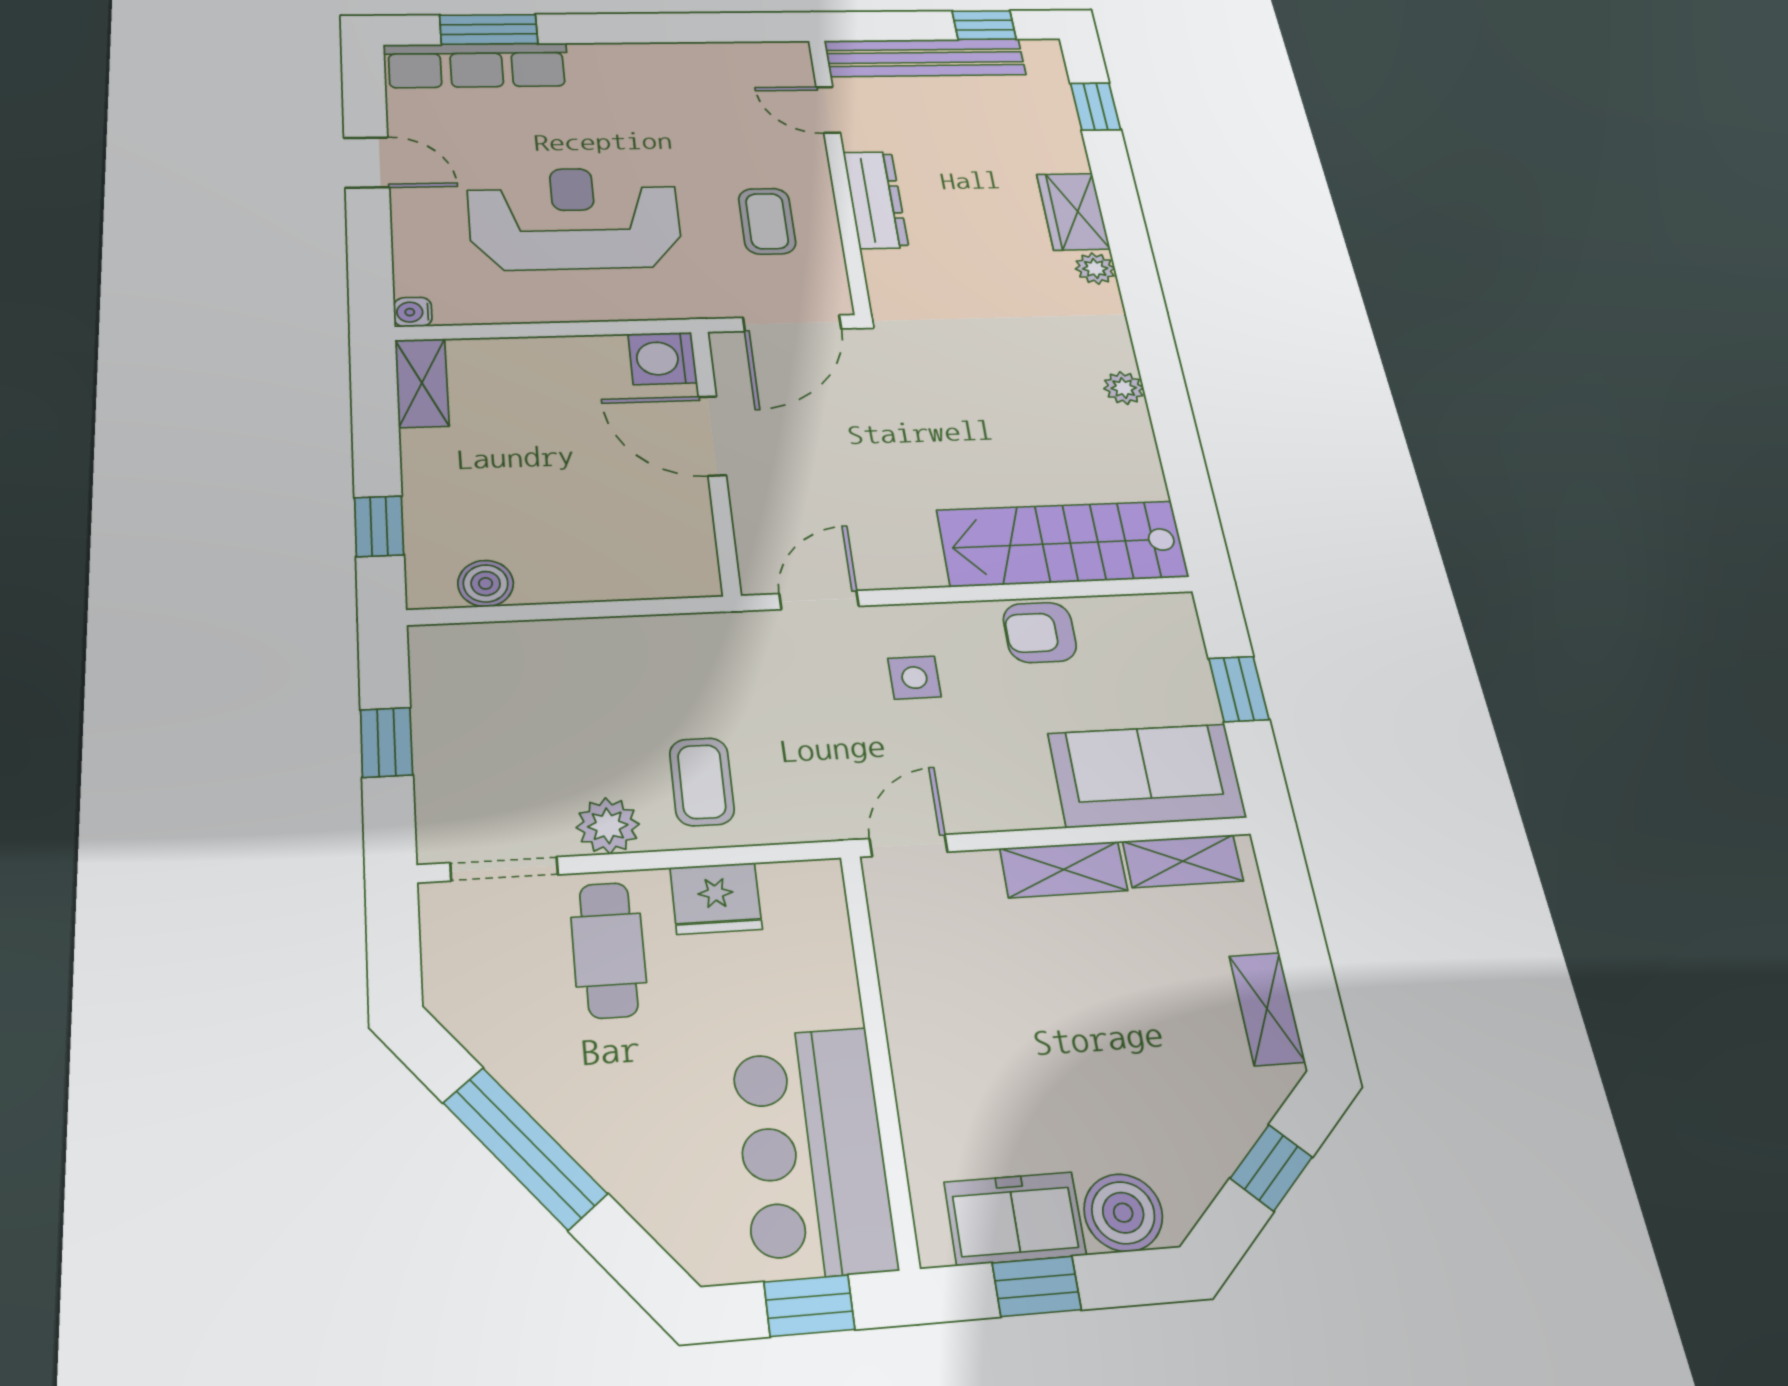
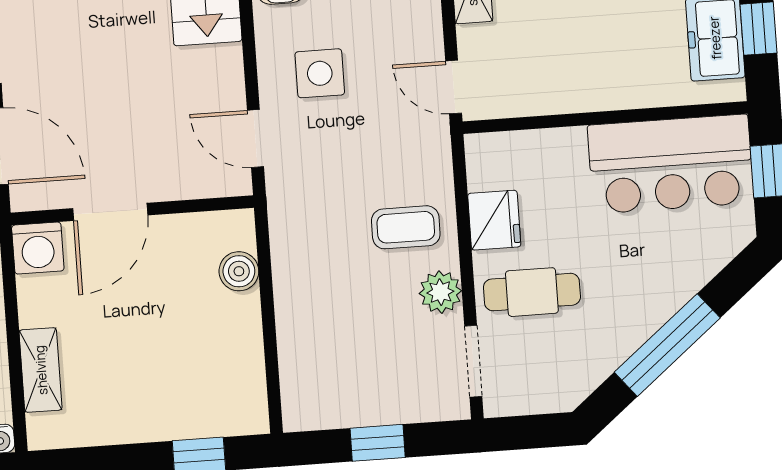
shelving: (422, 383) -> (41, 370), moved, turned 90
boiler: (486, 583) -> (239, 271), moved
side table: (914, 678) -> (320, 73), width x1.37, depth x1.37

